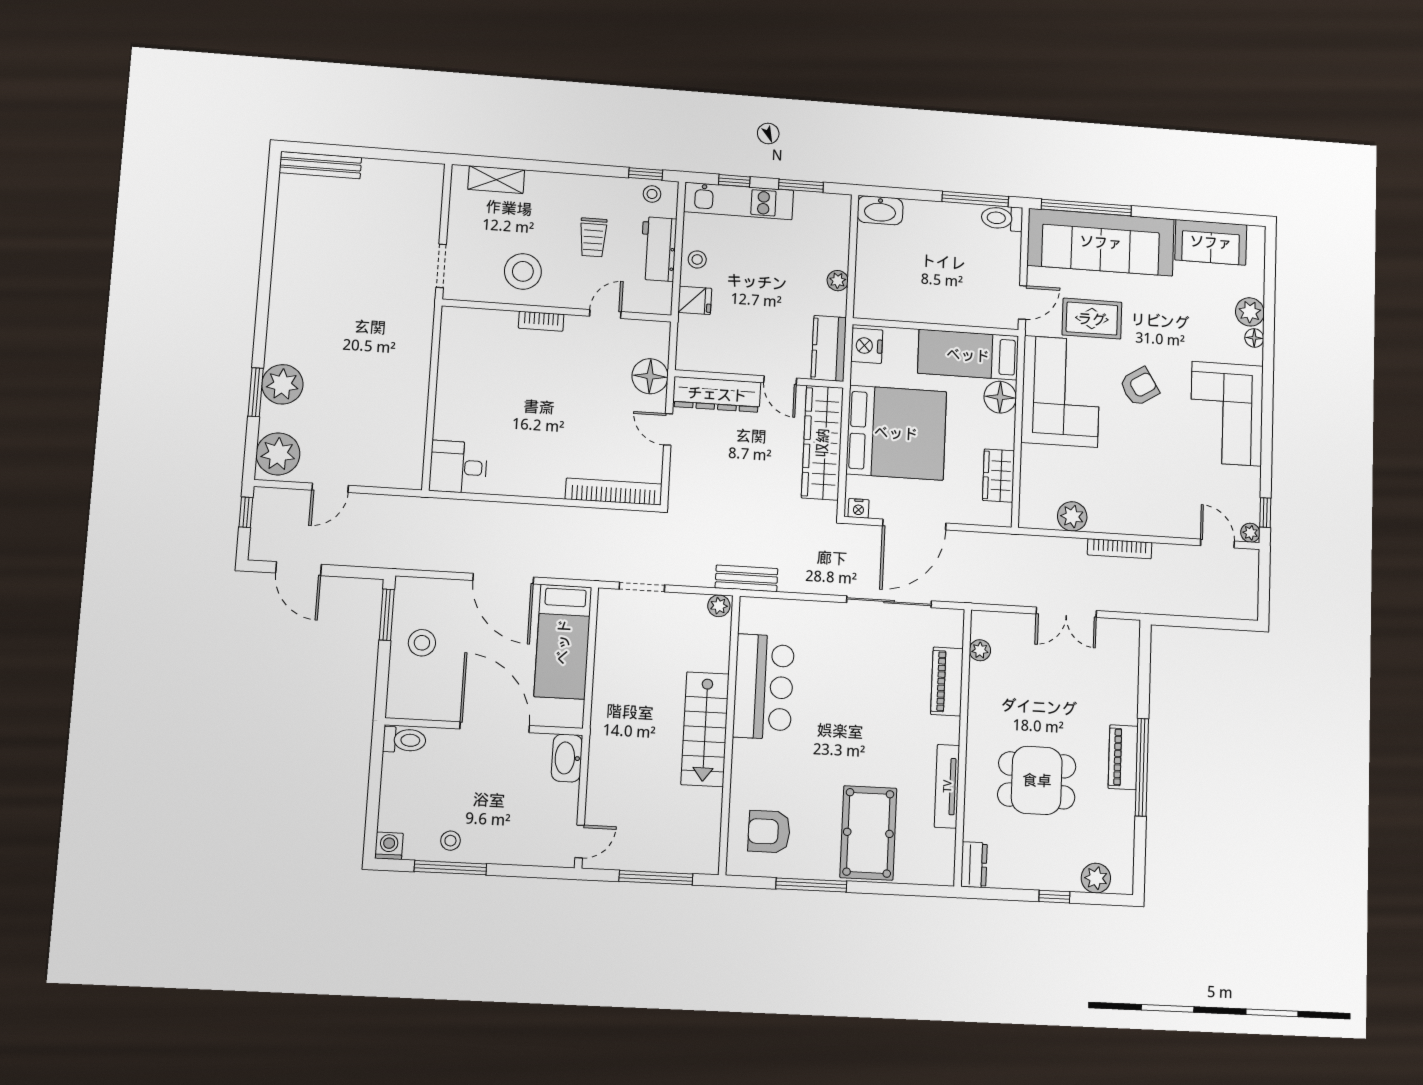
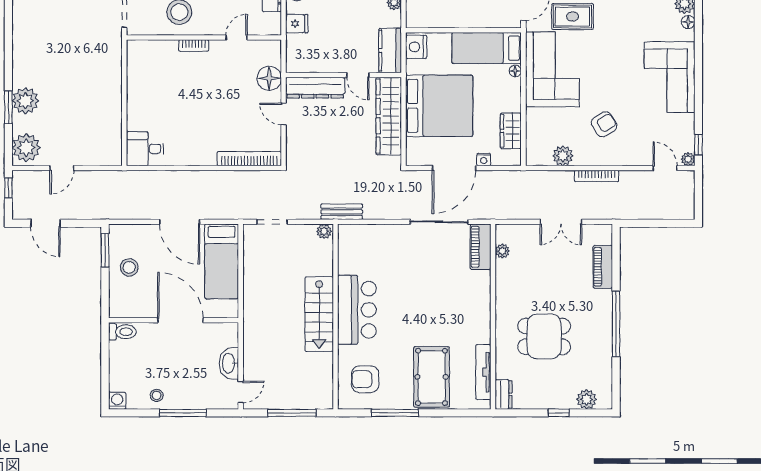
armchair: (1139, 387) -> (604, 124), moved
floor lamp: (1000, 397) -> (515, 71), width x0.53, depth x0.53
nightstand: (859, 508) -> (484, 160), moved
piano: (947, 682) -> (481, 247), moved
bar counter: (764, 687) -> (357, 310), moved
piano: (1123, 757) -> (603, 267), moved
washbasin: (567, 758) -> (229, 363), moved
tv unit: (947, 786) -> (483, 372), moved
window: (450, 868) -> (183, 413), moved

